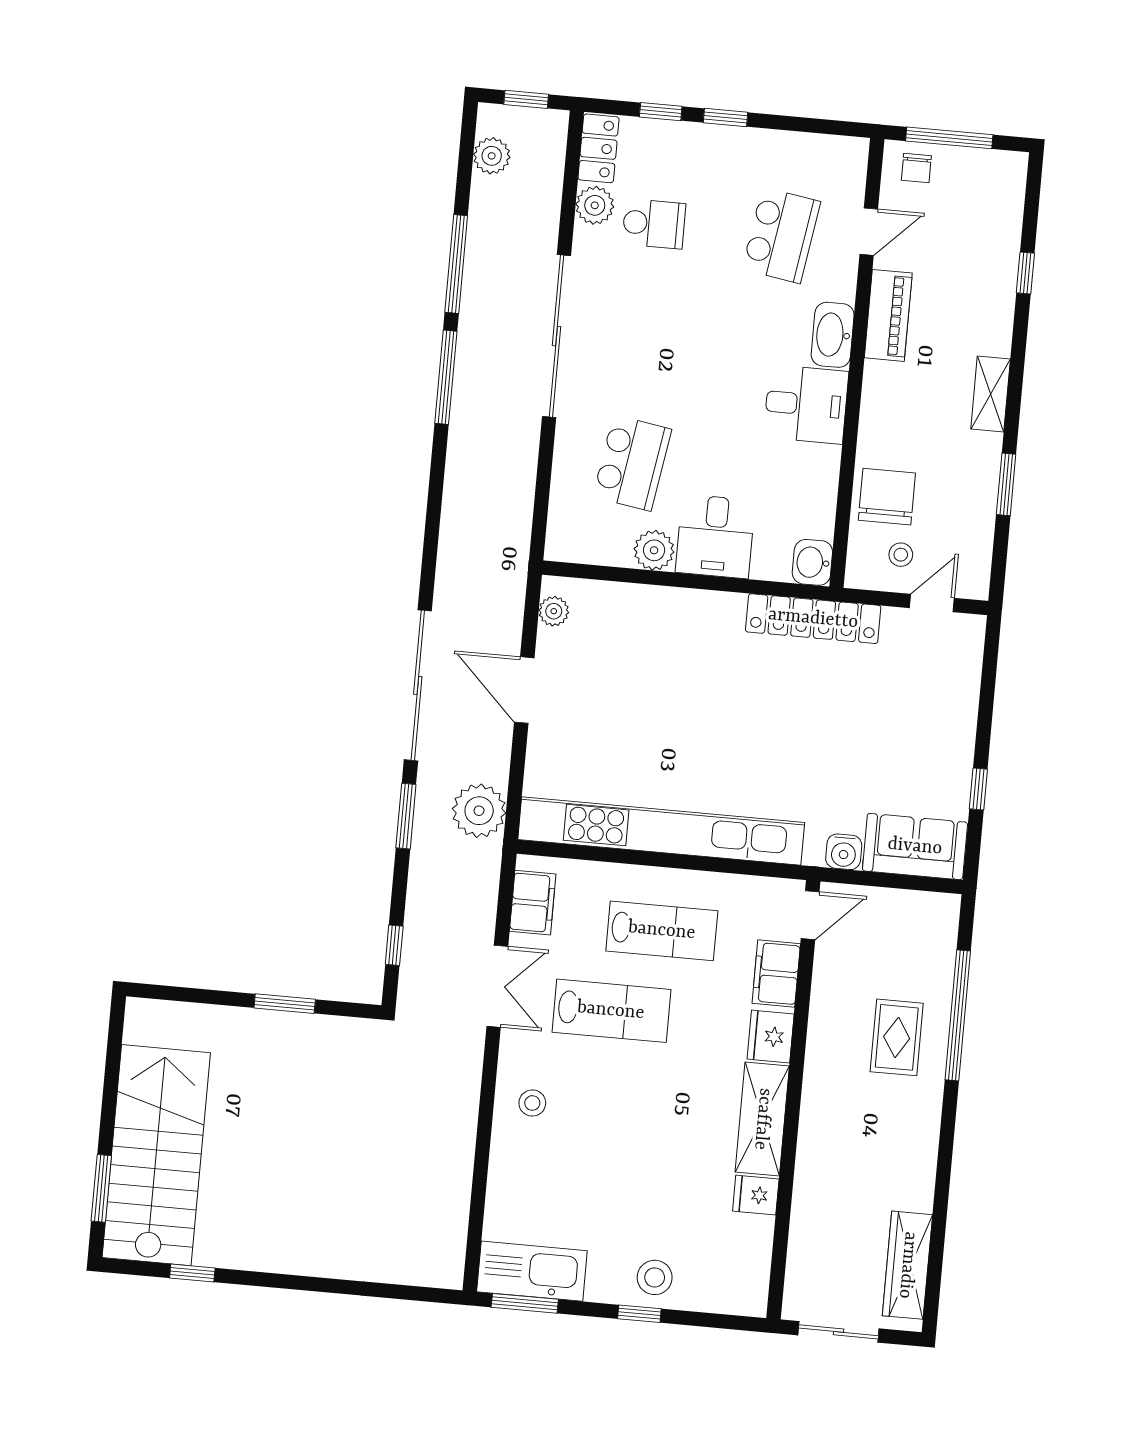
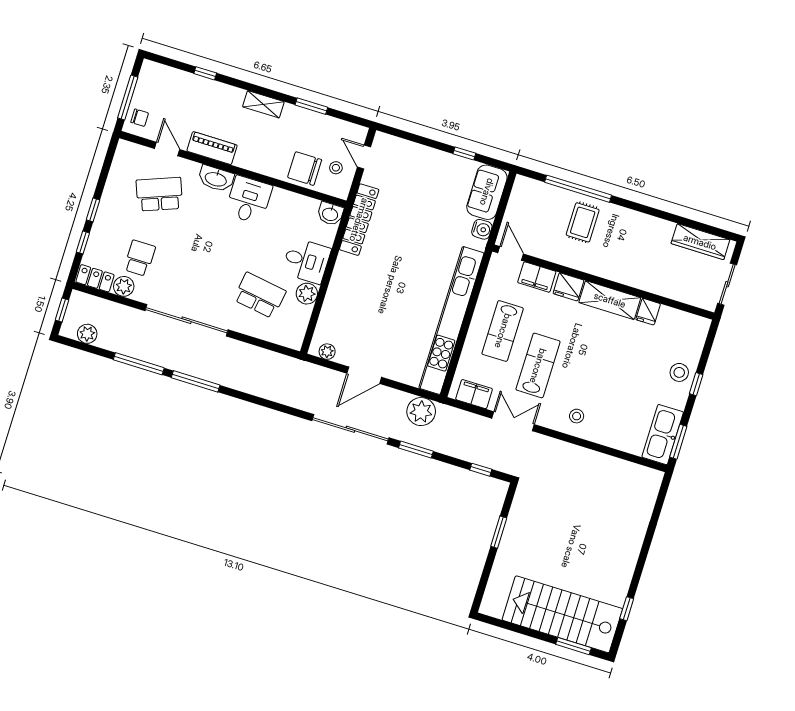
school desk: (781, 235) -> (159, 194), turned -30
lab bench: (662, 931) -> (503, 331), turned 180
rug: (897, 1037) -> (583, 222), turned 90

